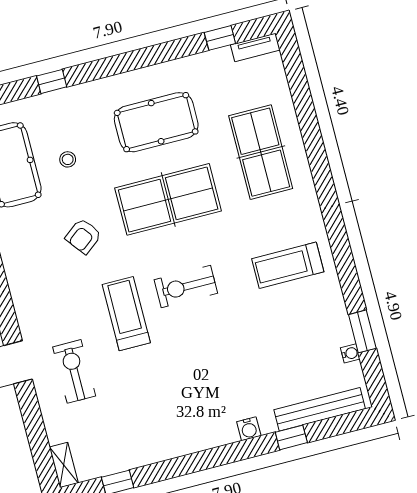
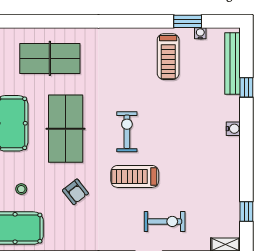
treadmill: (288, 265) -> (168, 57), moved
exercise bike: (186, 286) -> (127, 132), turned 180
exercise bike: (74, 371) -> (165, 221), turned 180
water cooler: (249, 429) -> (233, 129), moved

